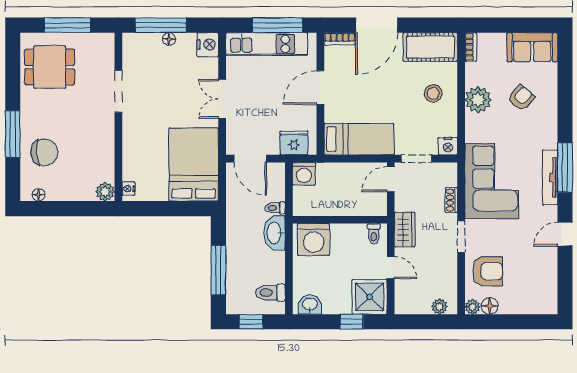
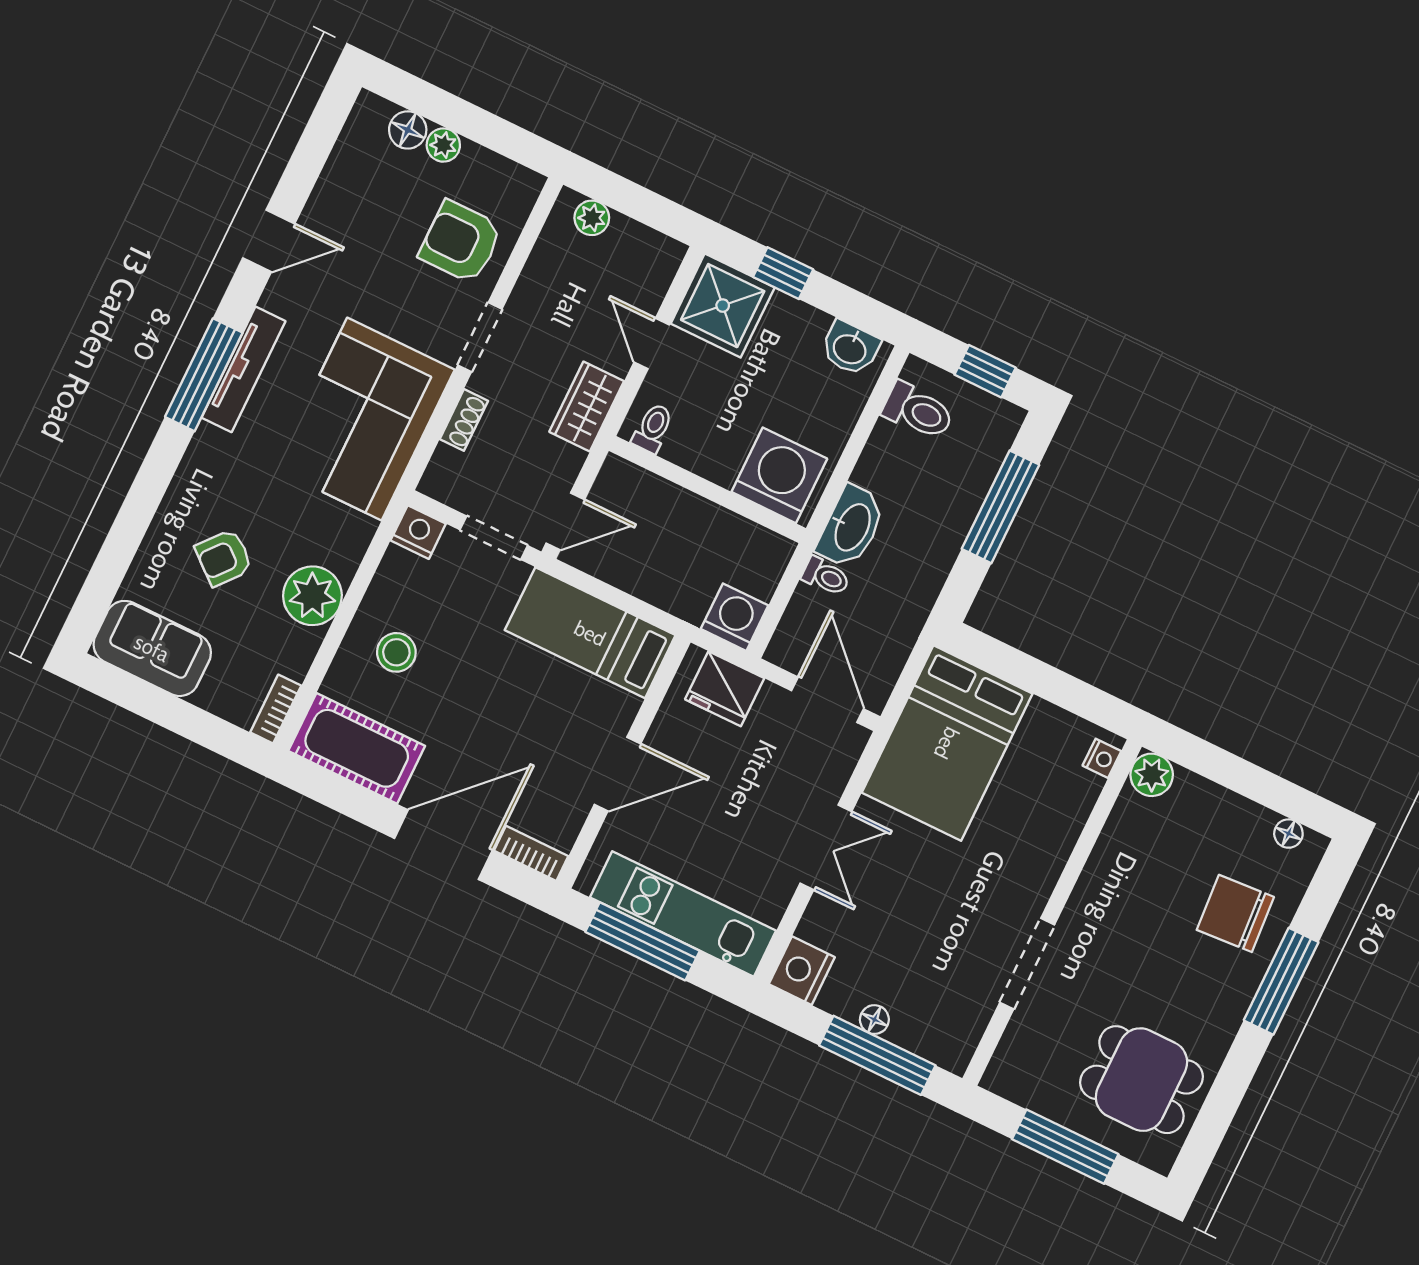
floor lamp: (490, 306) -> (408, 130), moved
plant: (472, 307) -> (443, 145), moved

